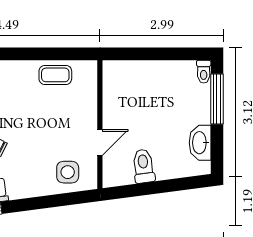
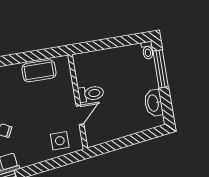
coffee table: (55, 75) -> (39, 71), width x1.36, depth x1.30
toilet: (143, 166) -> (91, 94), moved, turned 97

